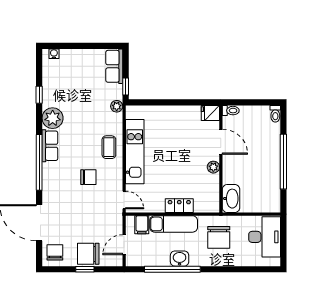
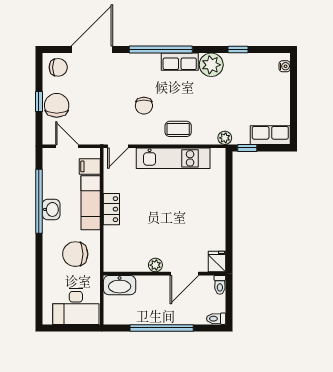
toilet: (231, 111) -> (220, 285), moved
fridge: (210, 113) -> (217, 262), moved
door: (221, 142) -> (184, 274), moved
wall: (221, 159) -> (165, 274), moved
plant: (213, 167) -> (155, 265), moved
washbasin: (231, 199) -> (120, 285), moved

